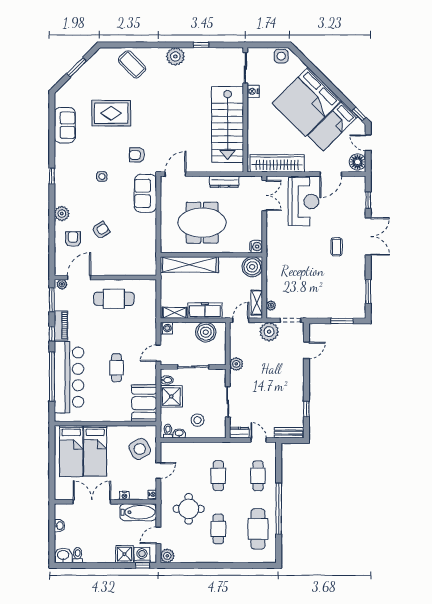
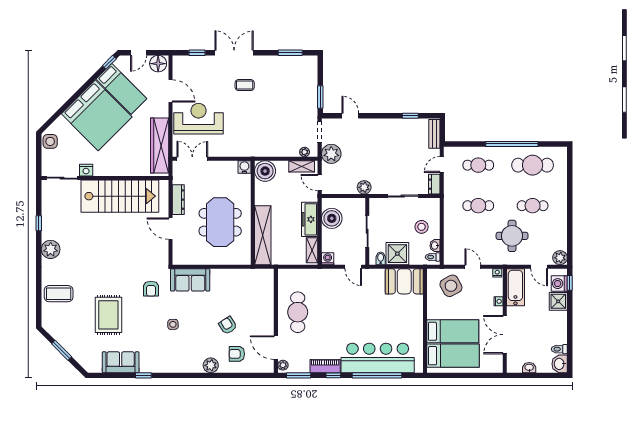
coffee table: (132, 64) -> (59, 294), turned 44
door: (175, 174) -> (171, 229), moved
window: (52, 176) -> (143, 375), moved
window: (342, 321) -> (320, 97), moved
cafe table: (116, 368) -> (368, 309), removed

